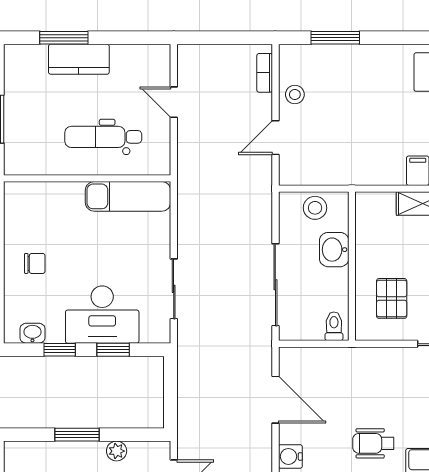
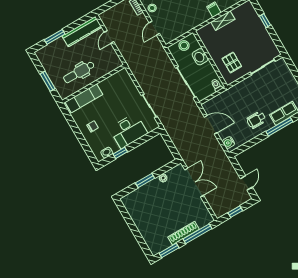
kitchen counter: (79, 59) -> (82, 32), moved, width x1.50
door: (174, 102) -> (109, 37), hinge flipped
dental chair: (103, 137) -> (79, 72), moved
exam couch: (128, 196) -> (84, 98), moved
window: (113, 350) -> (140, 141), removed

